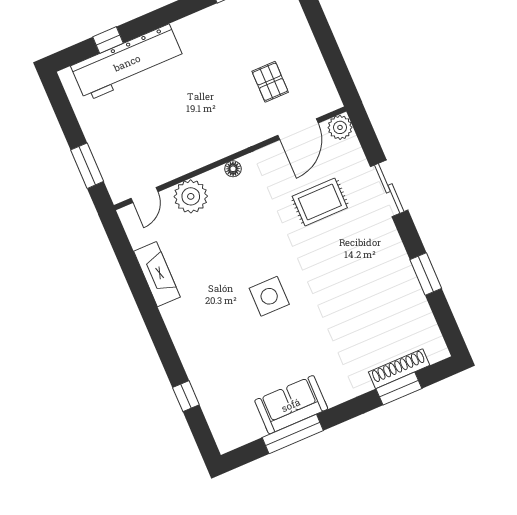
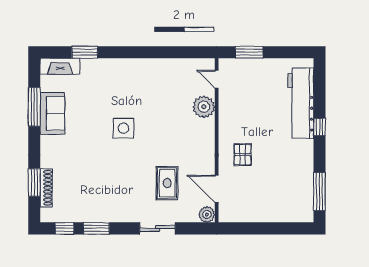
window: (108, 40) -> (319, 127), moved
pallet: (270, 82) -> (243, 155), moved, turned 90
floor lamp: (233, 169) -> (210, 139), removed
fireplace: (157, 274) -> (60, 66), moved
window: (445, 319) -> (65, 228), added
window: (186, 396) -> (85, 52), width x1.50

